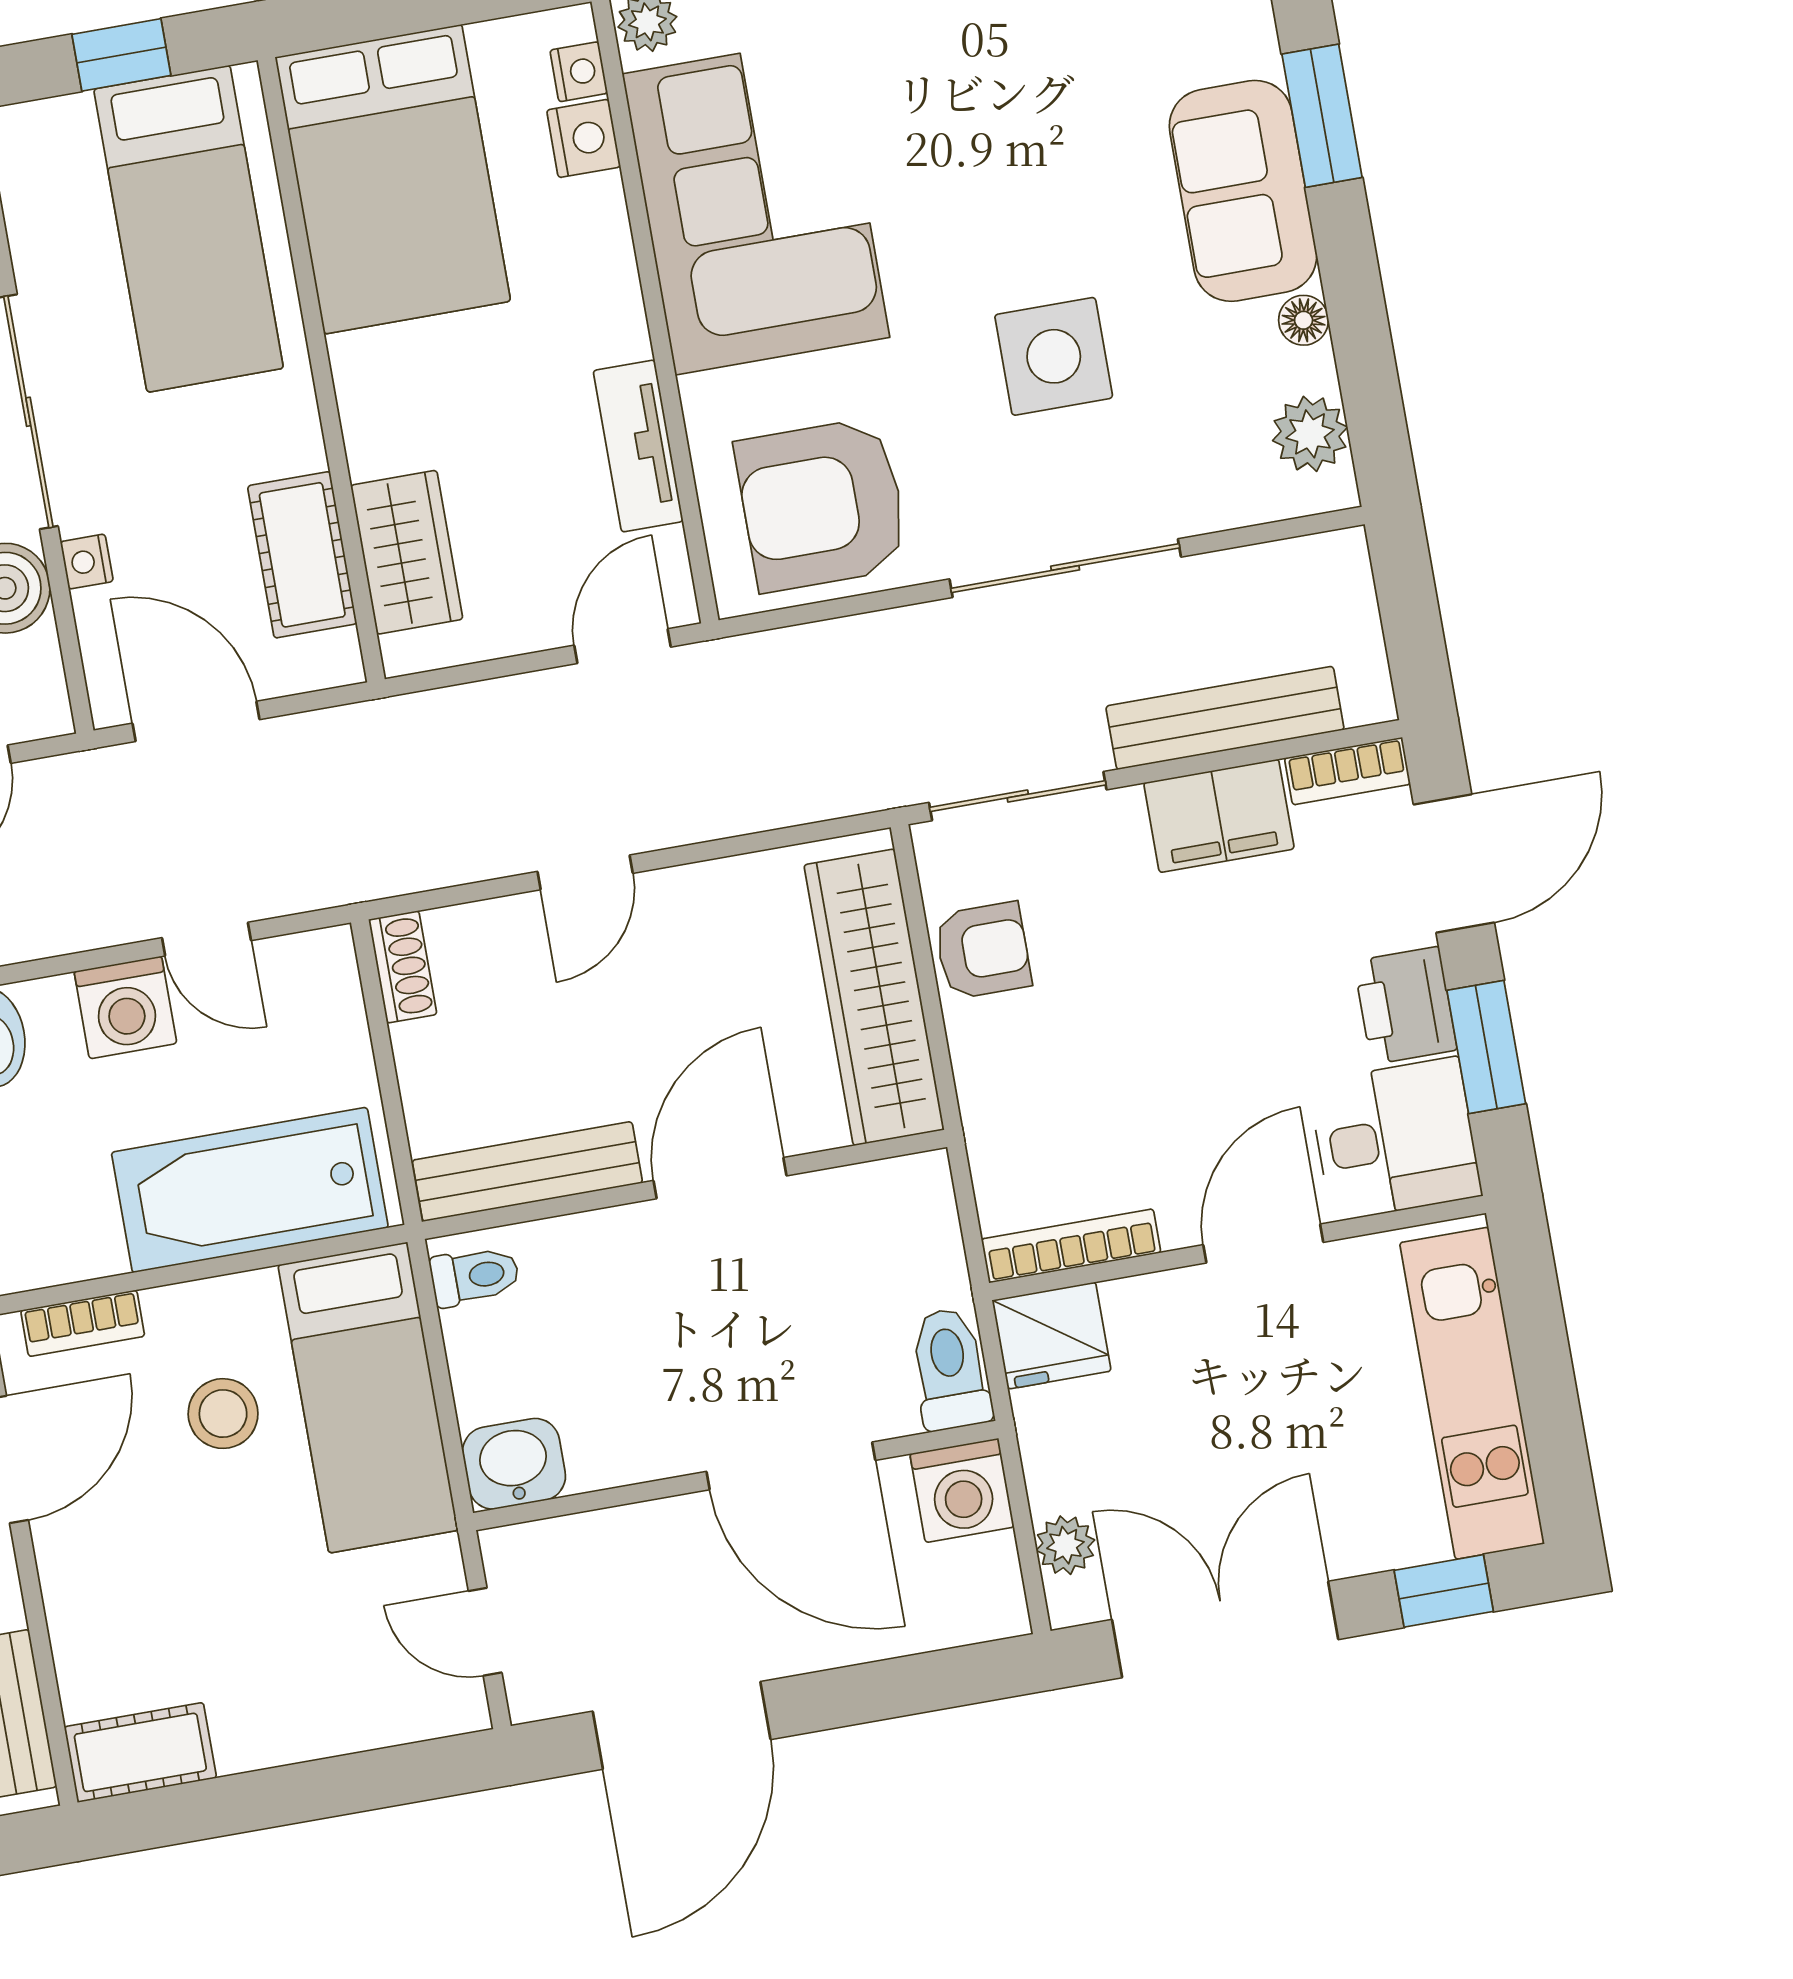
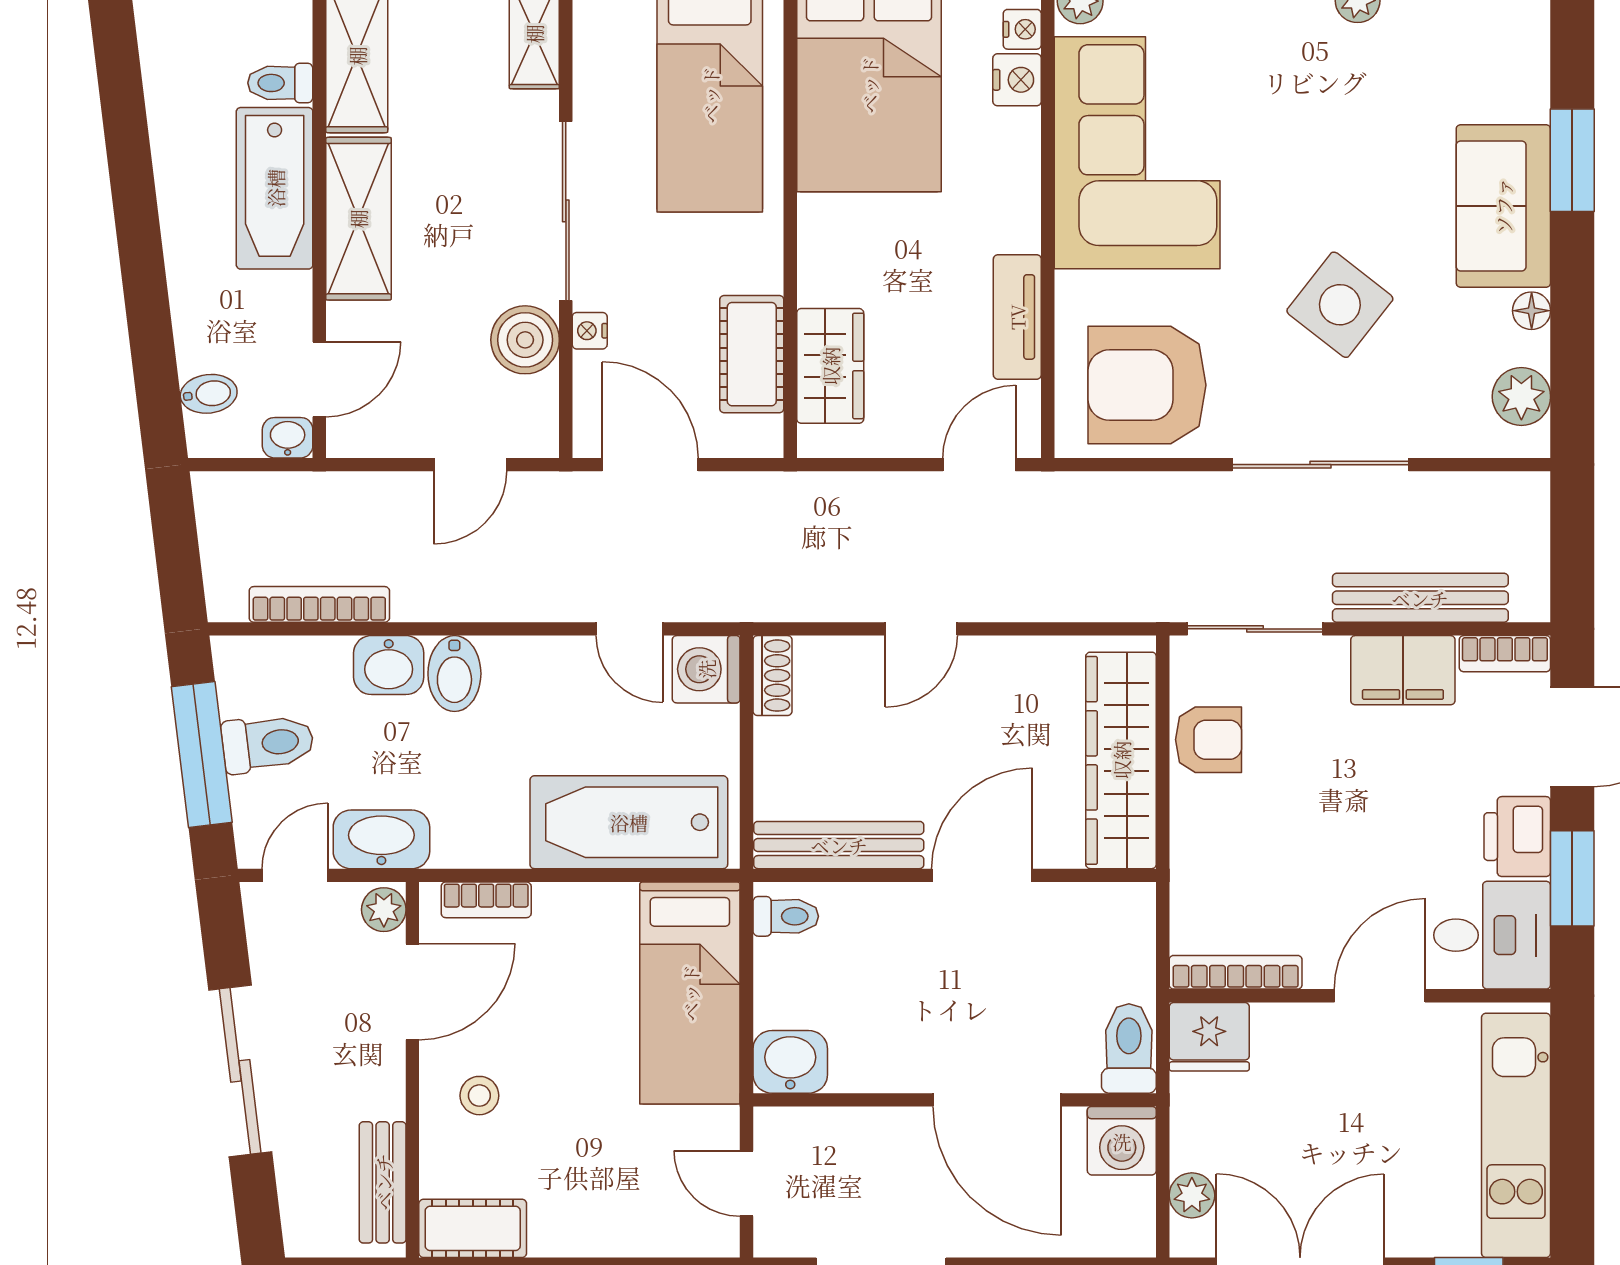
side table: (1054, 356) -> (1340, 305), turned 38
washing machine: (125, 1007) -> (706, 669), moved, turned 90
stool: (223, 1414) -> (479, 1096), moved, width x0.73, depth x0.73

